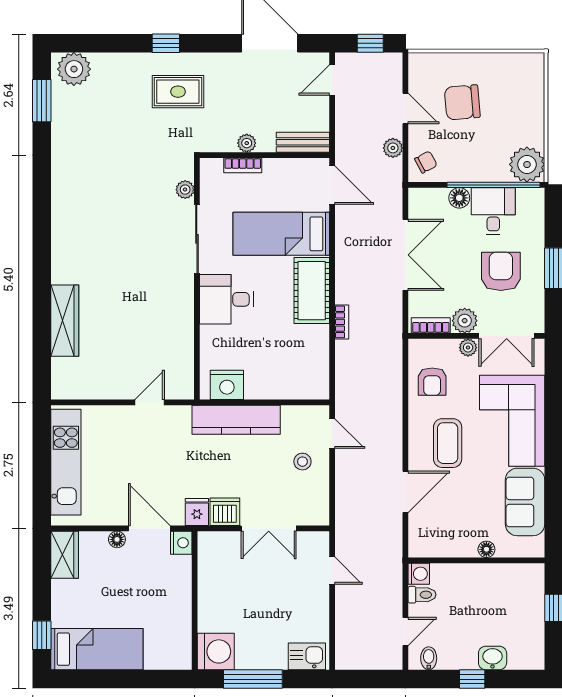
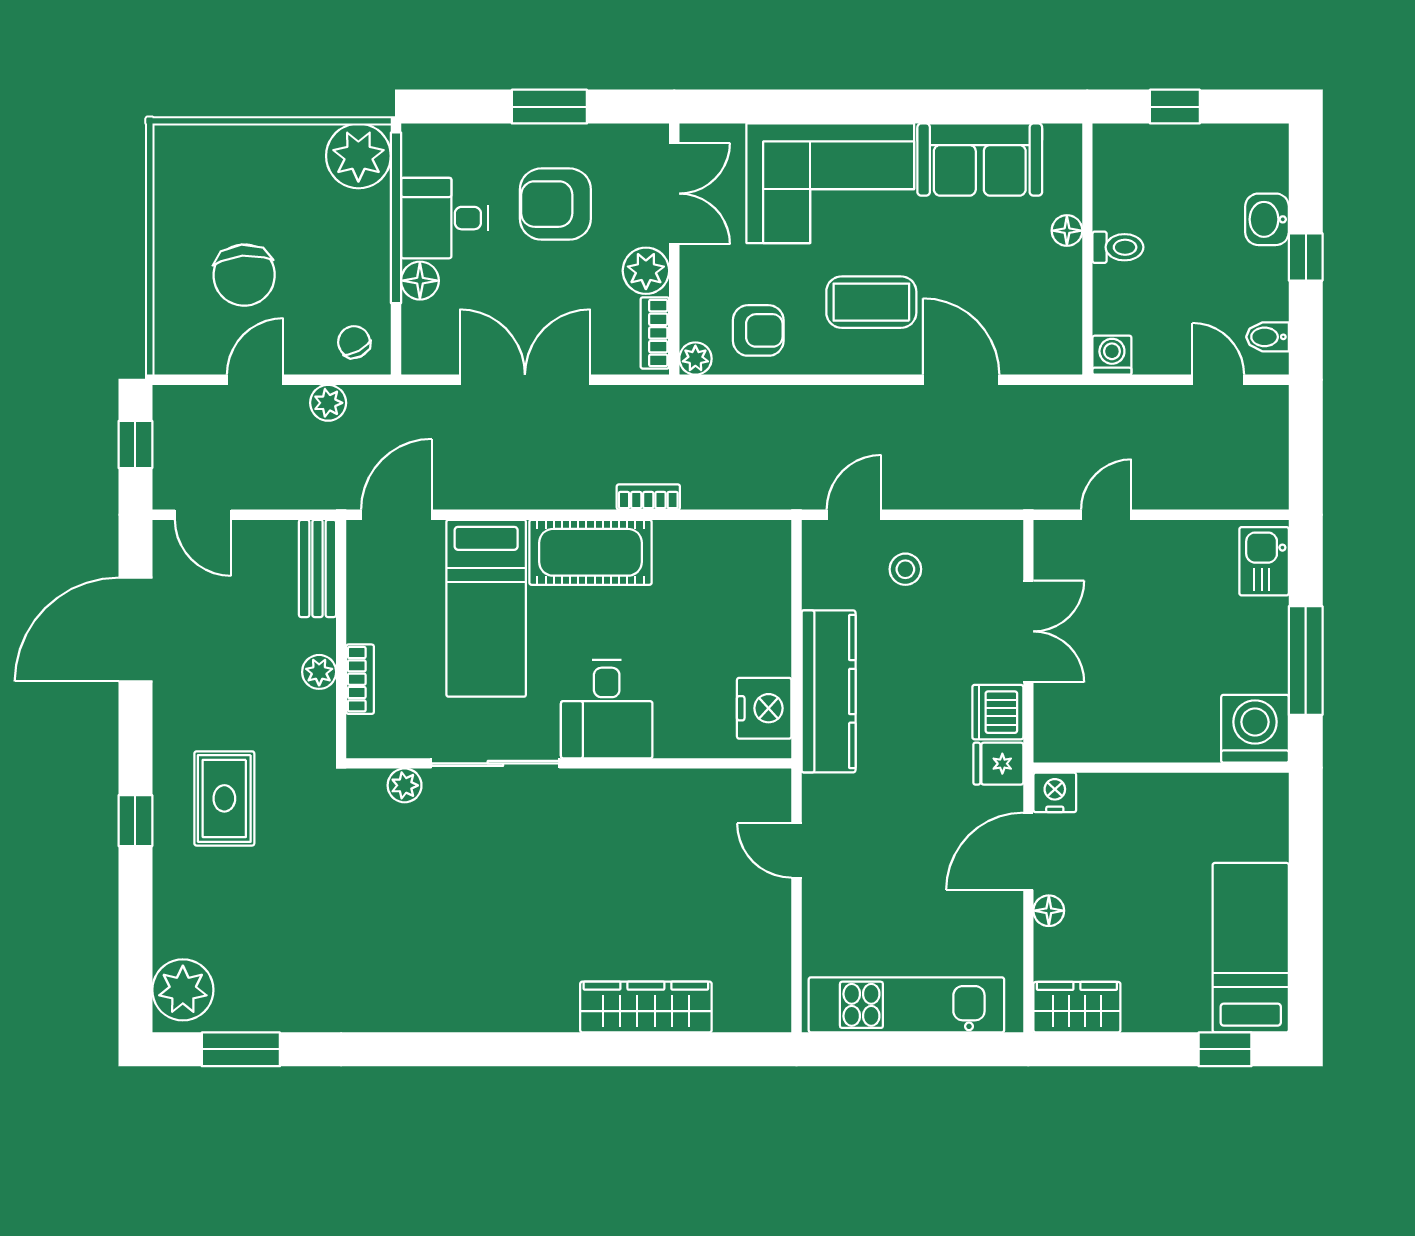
plant: (468, 348) -> (695, 359), moved
toilet: (422, 595) -> (1118, 247), moved, turned 90

